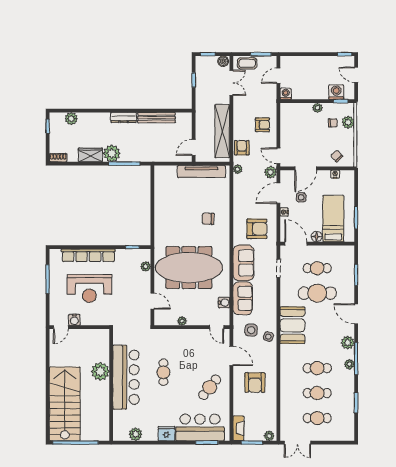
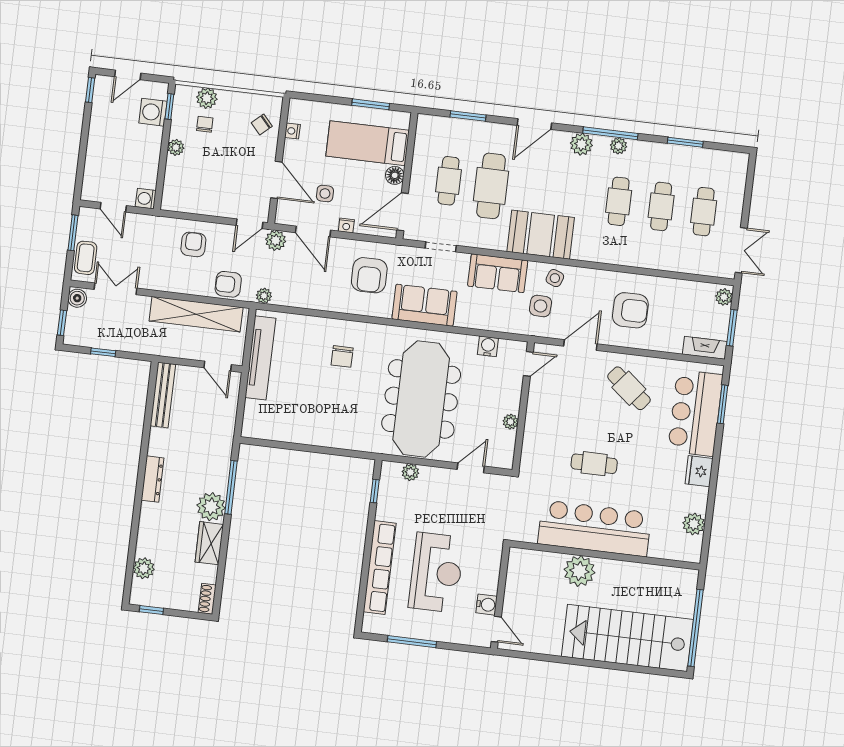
bench: (156, 118) -> (163, 395), moved
armchair: (257, 229) -> (369, 275), turned 180
sofa: (243, 298) -> (498, 273), moved, turned 180

